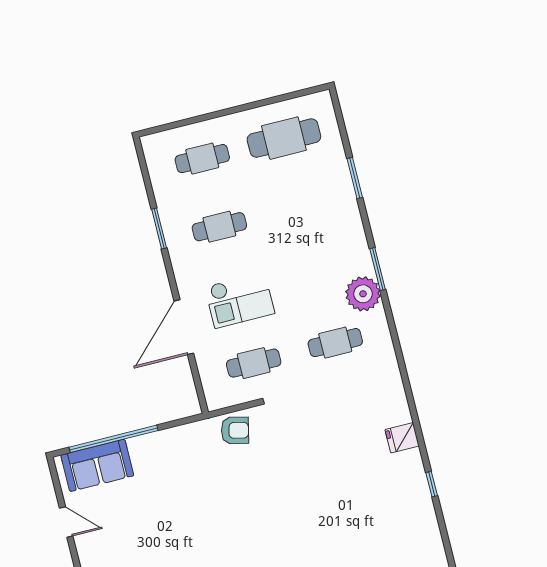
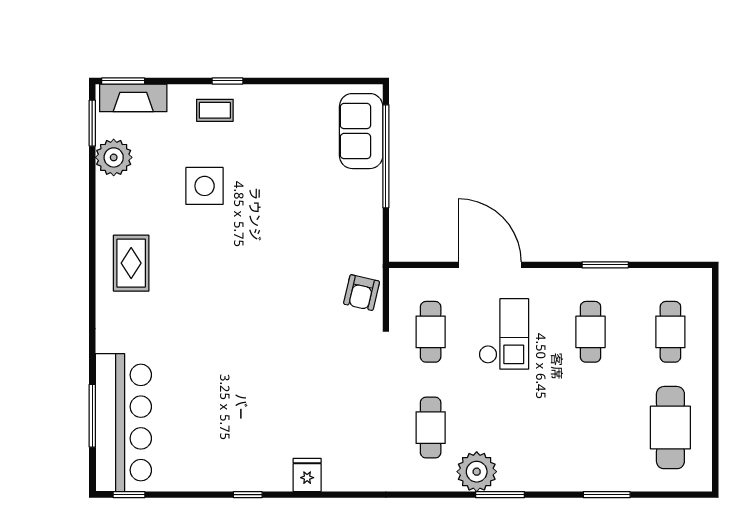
checkout: (240, 300) -> (504, 334), turned 180
door: (66, 522) -> (307, 81), removed

